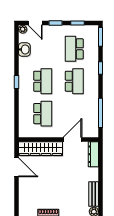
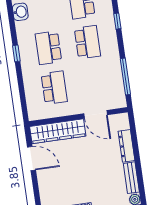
school desk: (43, 81) -> (48, 48), turned 180
door: (72, 139) -> (96, 114), swing flipped
dresser: (93, 154) -> (126, 146), moved

